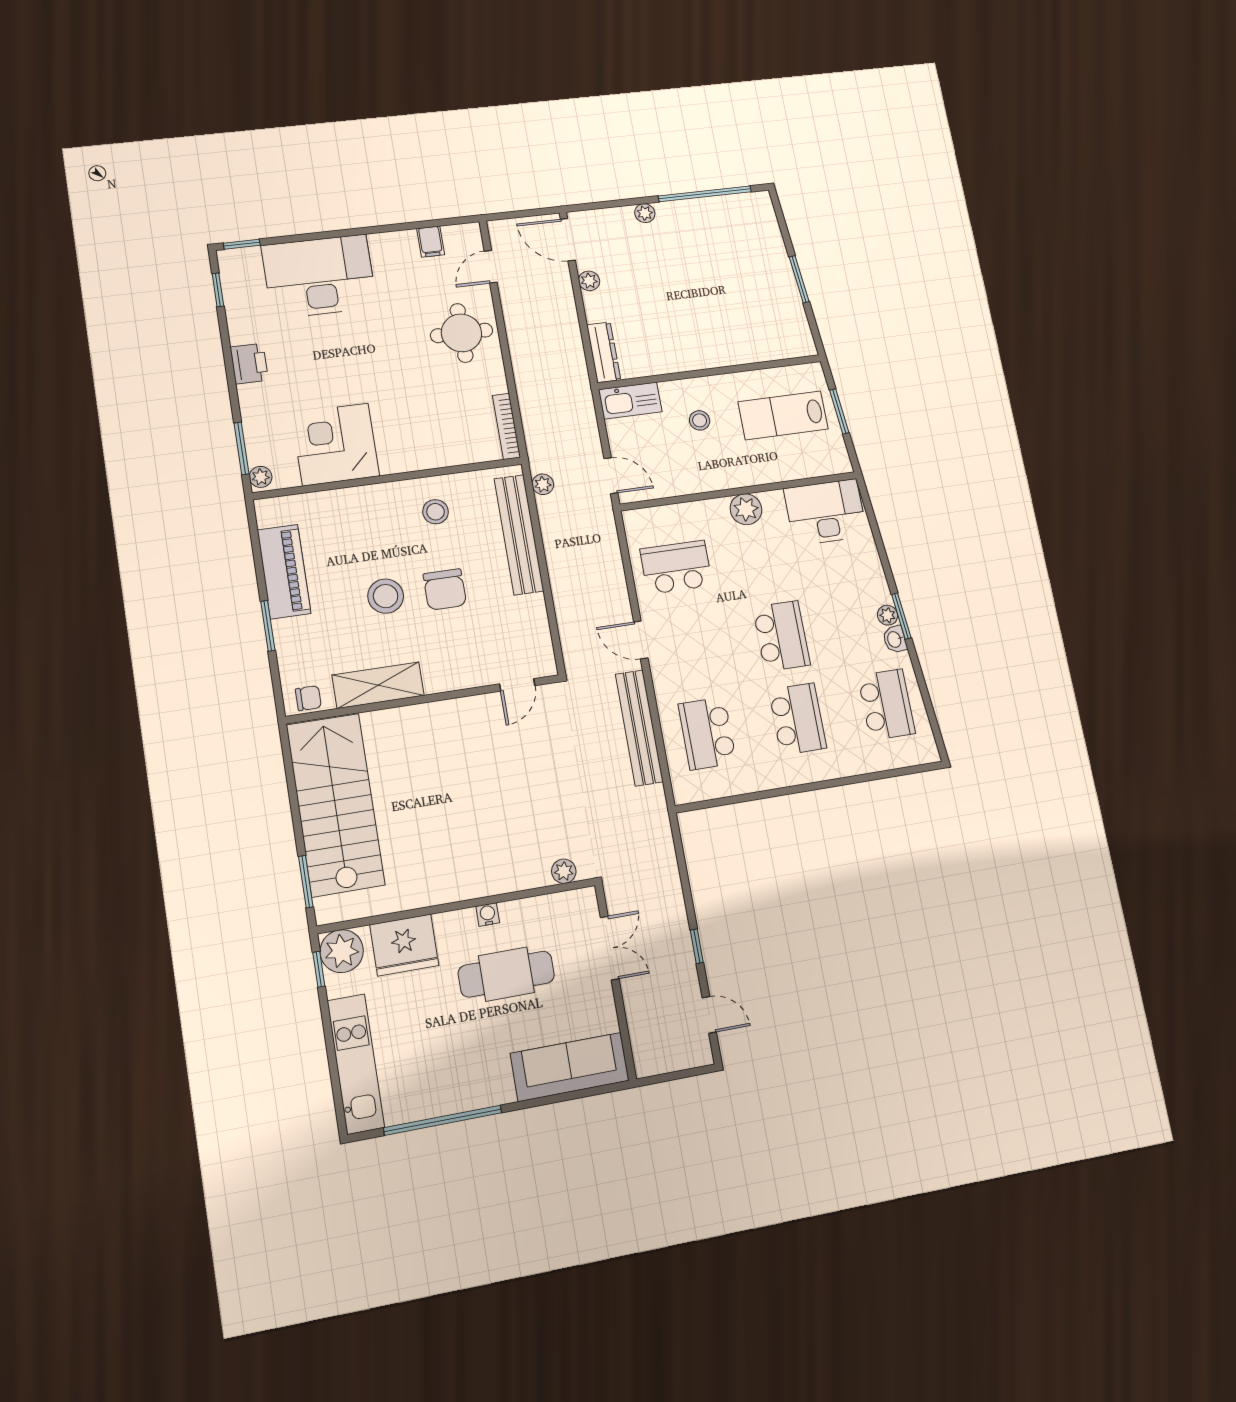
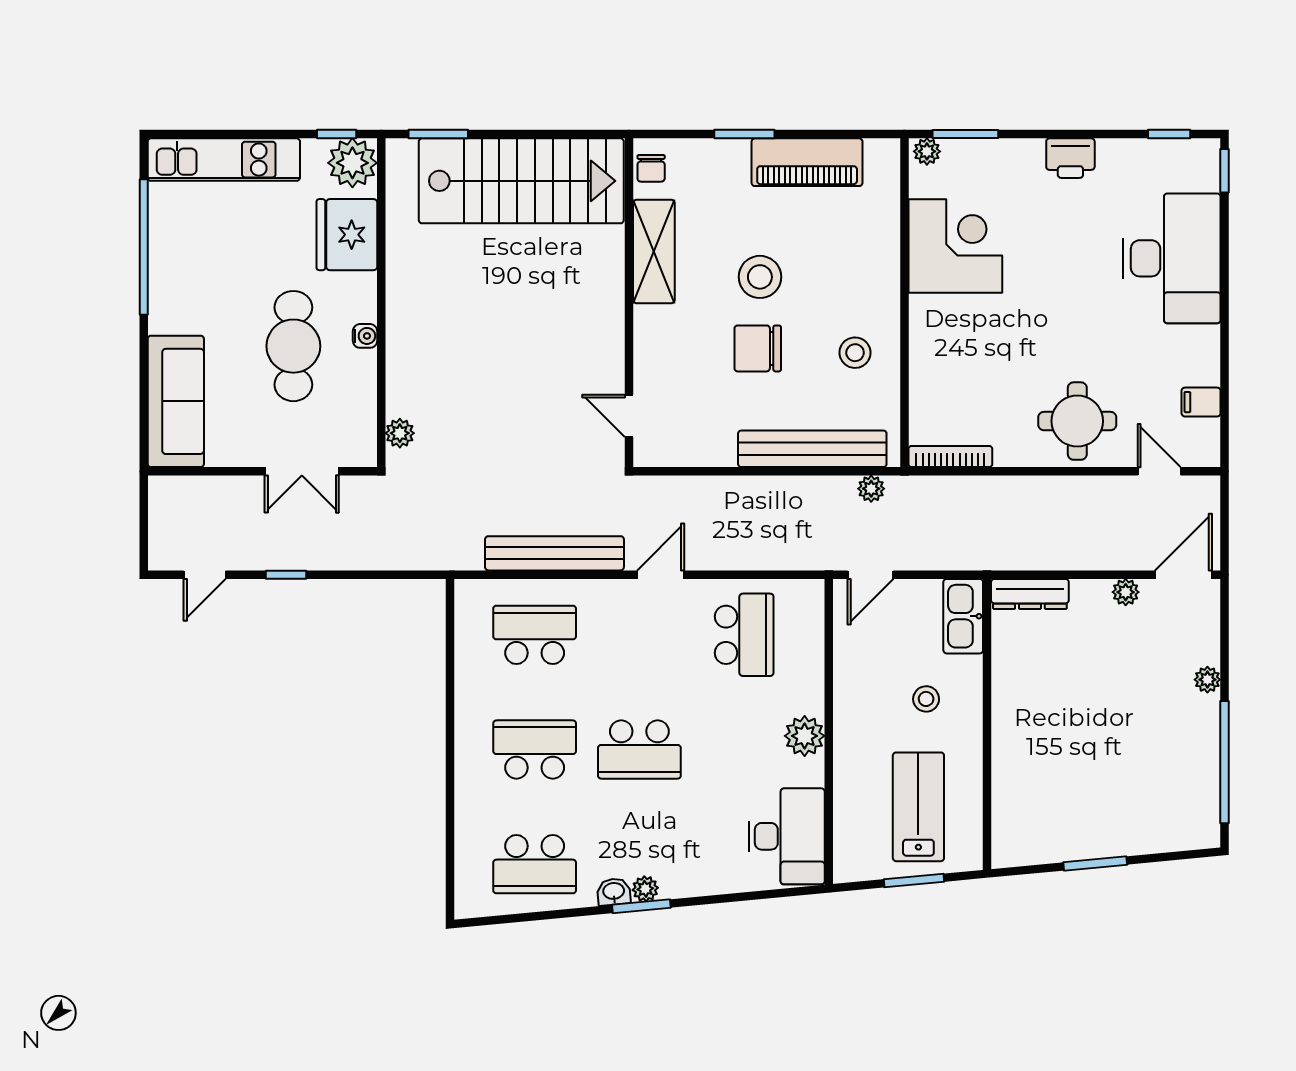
school desk: (798, 719) -> (535, 749), turned 180

